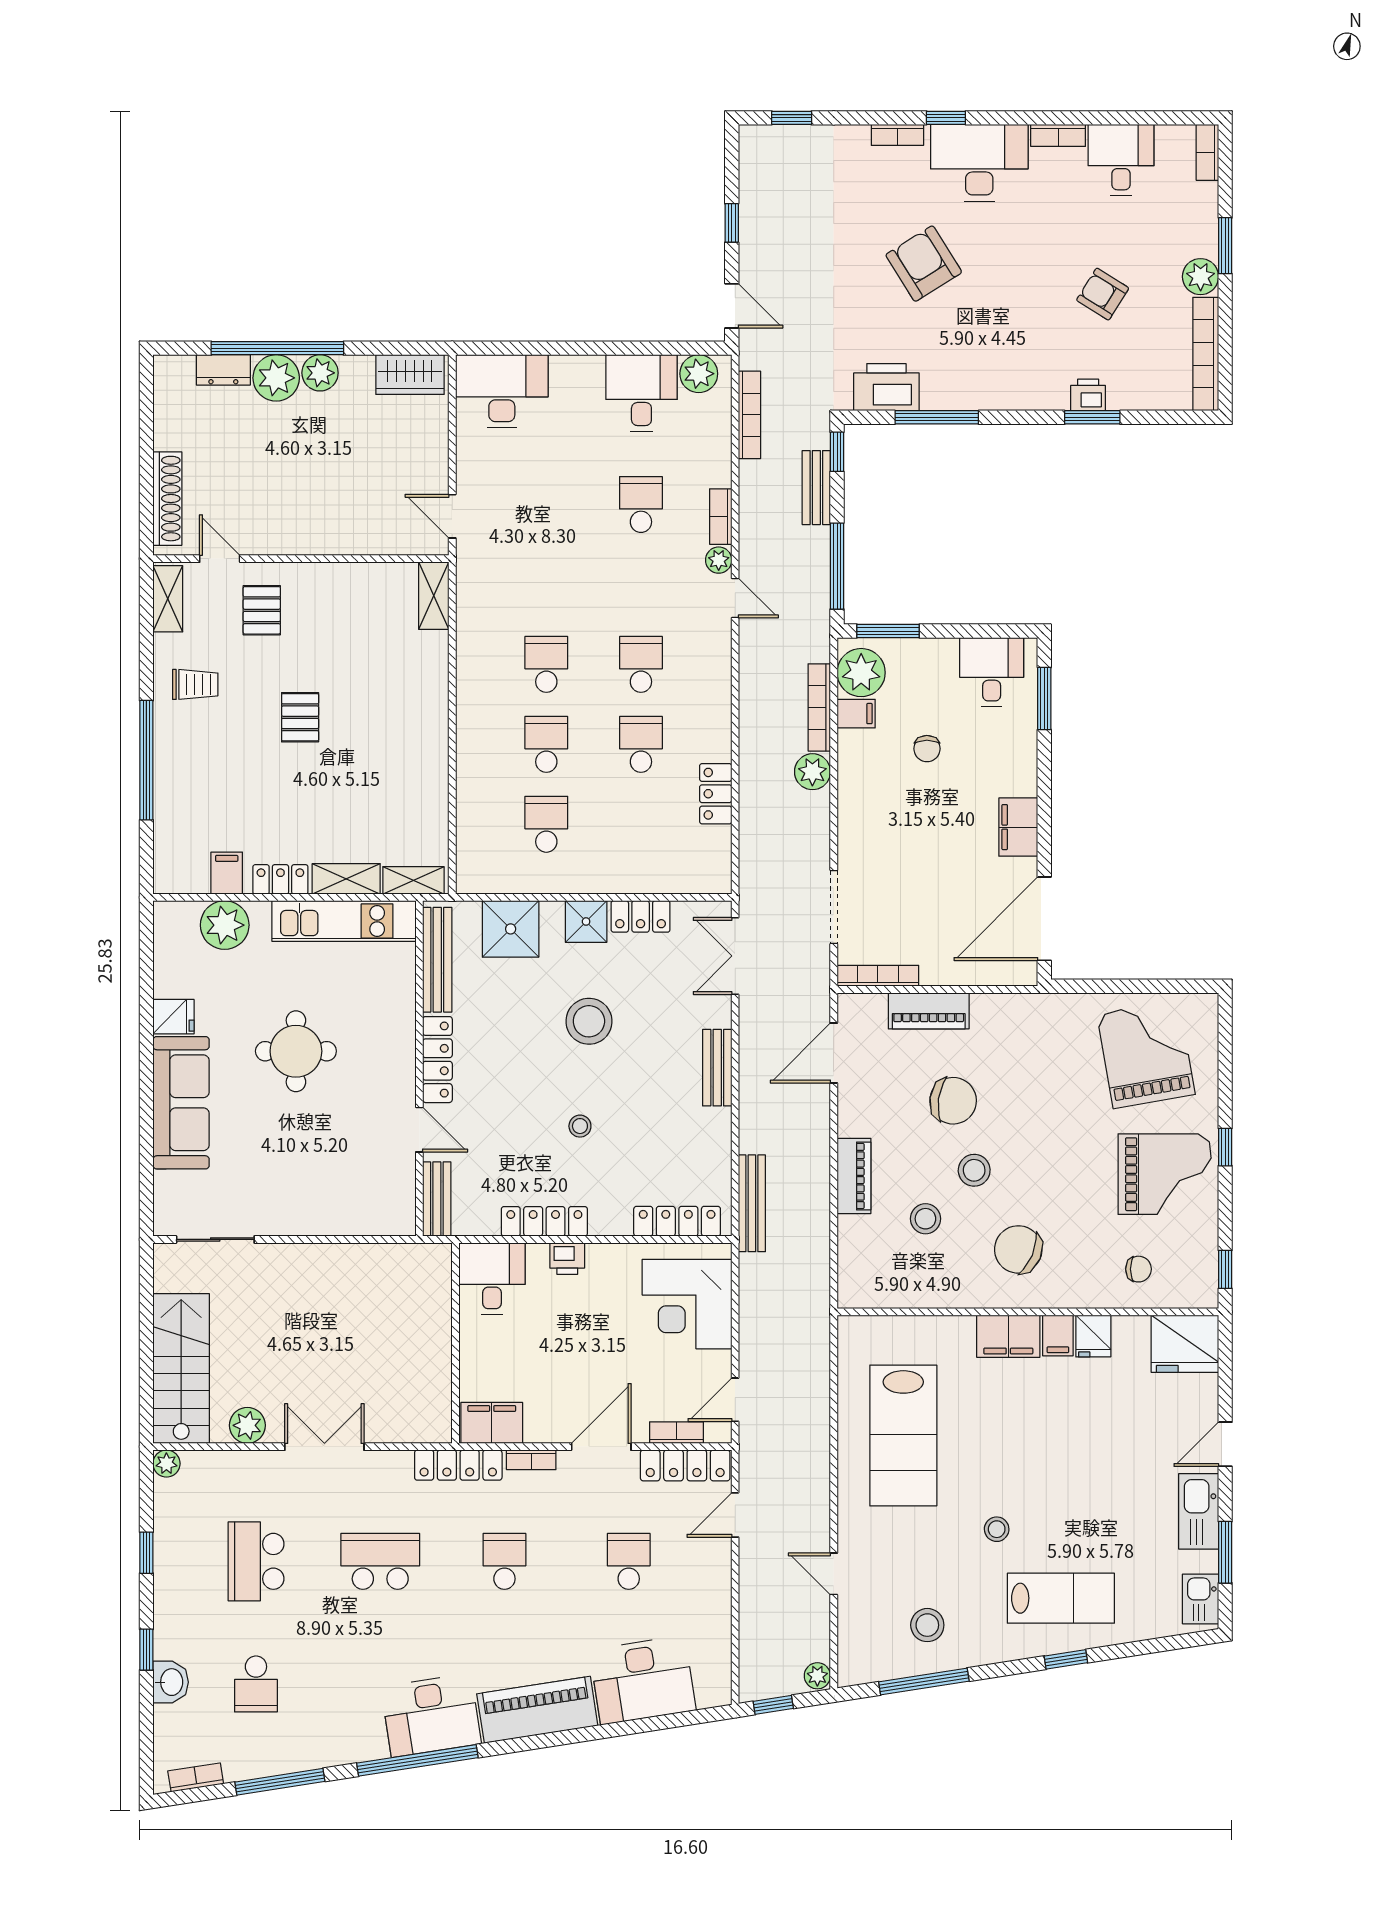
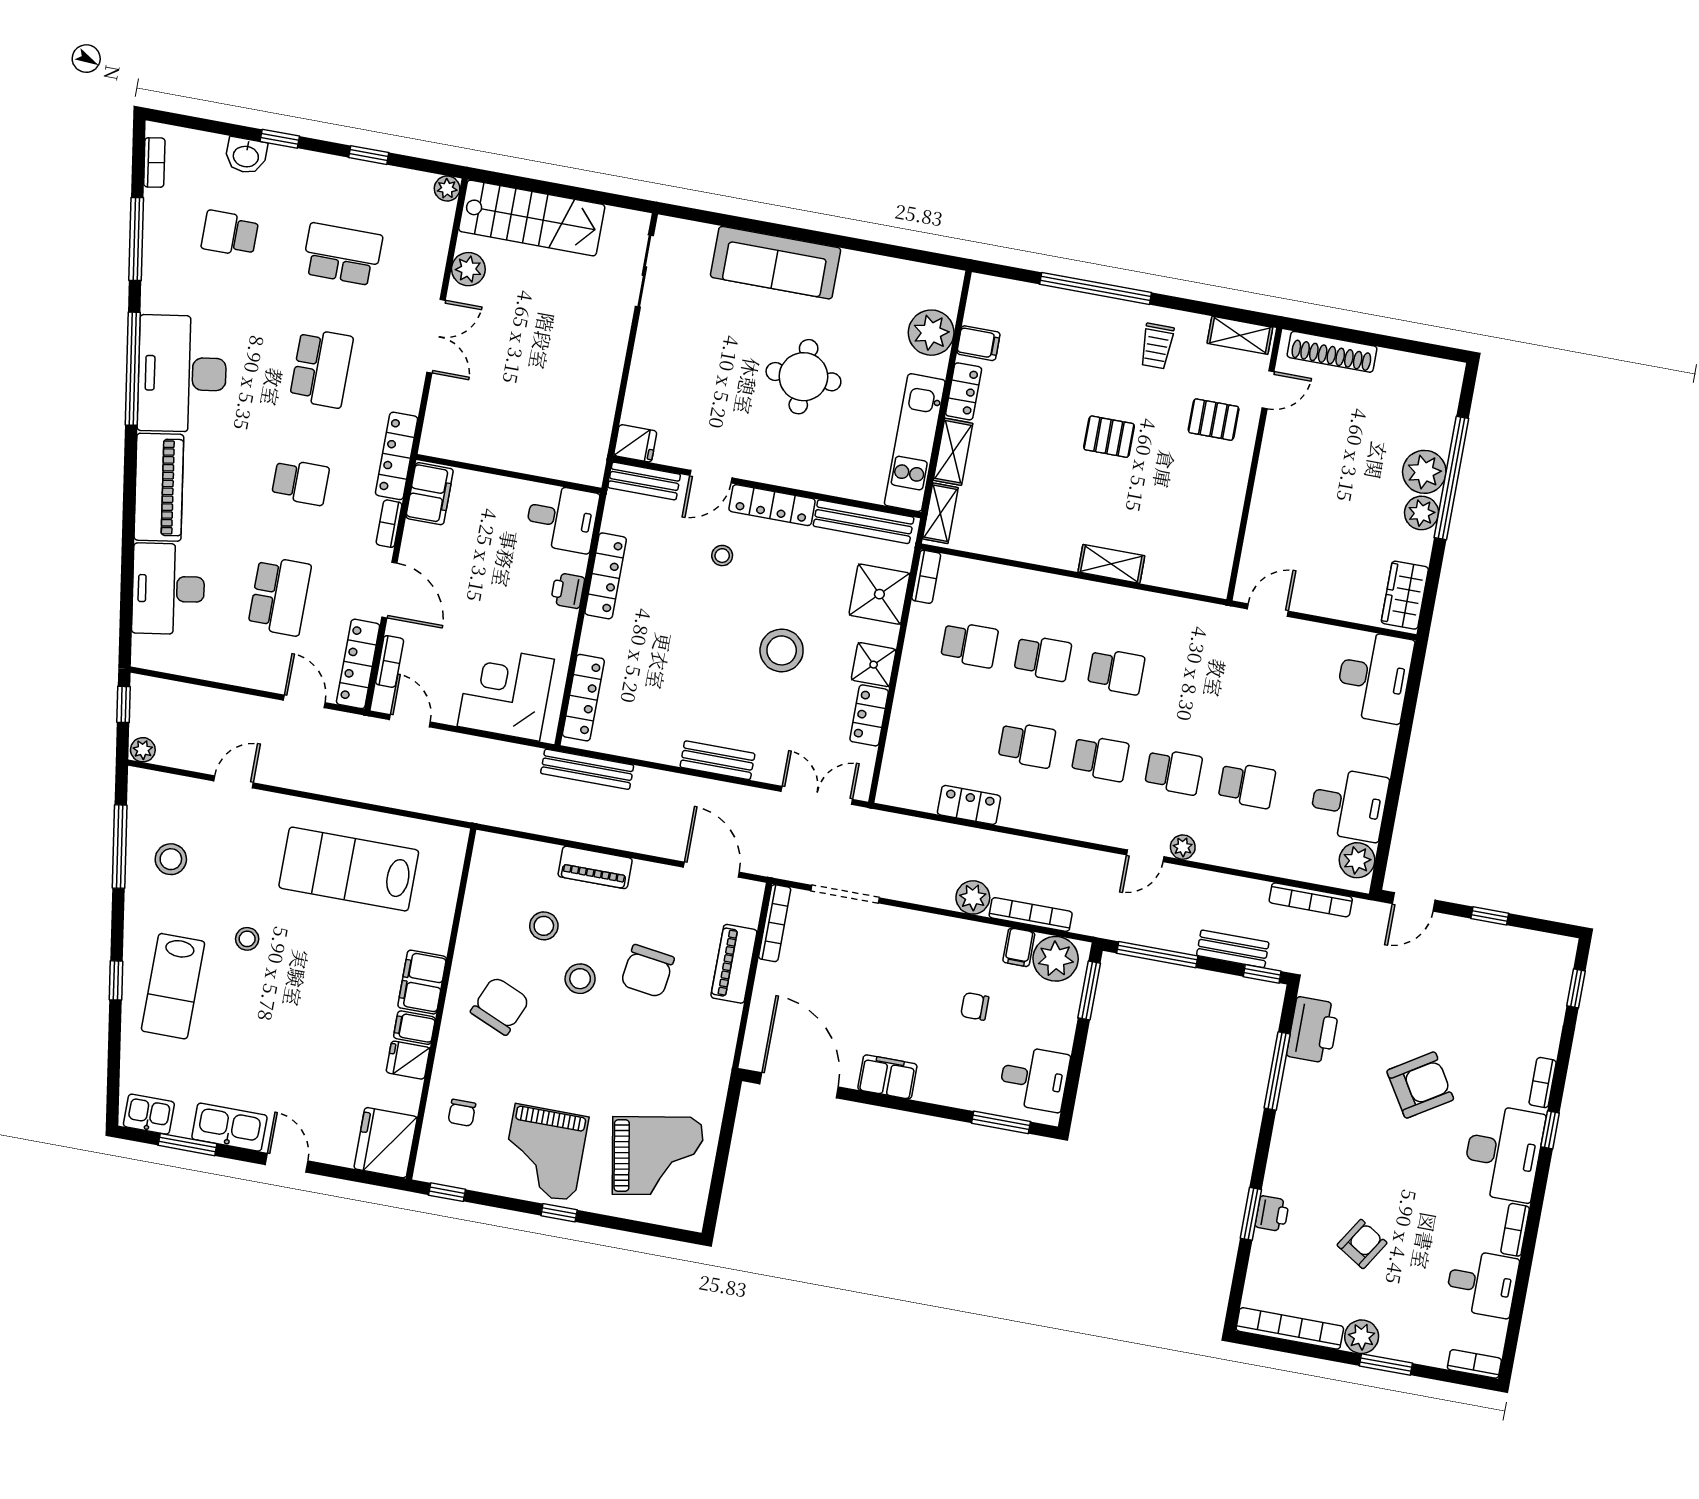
dresser: (223, 370) -> (1441, 425), removed
bookcase: (721, 517) -> (926, 577), moved, turned 90
school desk: (641, 584) -> (1173, 772), added
shelving: (434, 596) -> (1111, 564), moved
fridge: (173, 1017) -> (635, 443), moved, turned -90
stool: (580, 1126) -> (722, 556), moved
school desk: (629, 1561) -> (280, 596), width x1.85
desk: (431, 1715) -> (182, 374), width x1.36, depth x1.30

